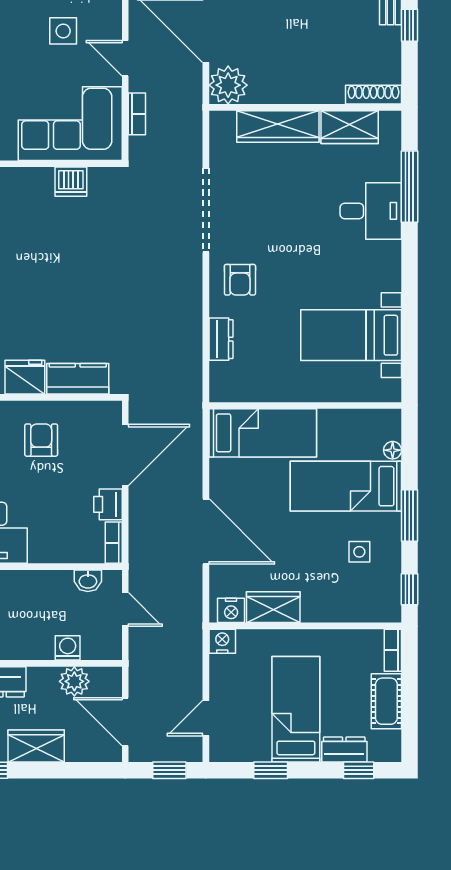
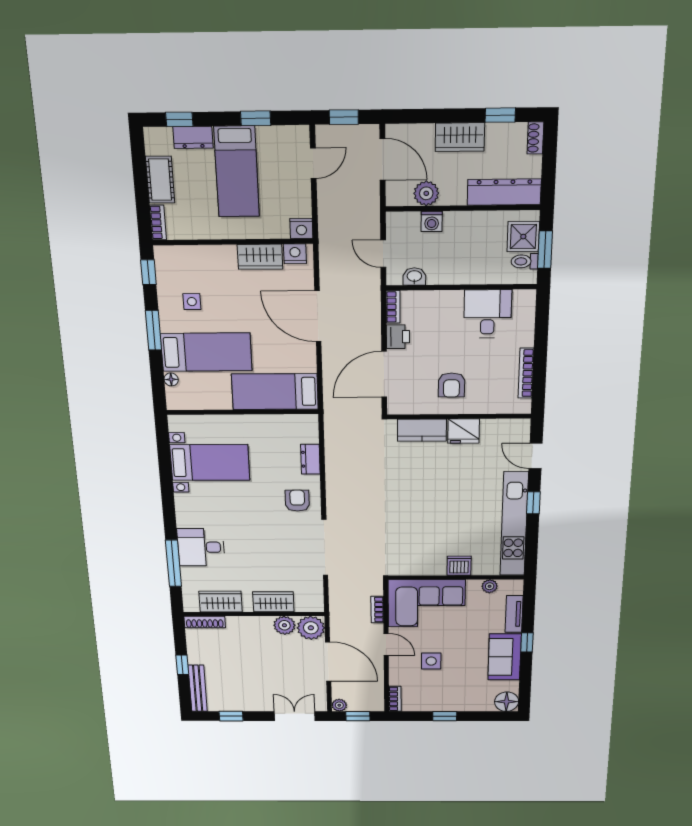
plant: (264, 89) -> (284, 625), added
wardrobe: (278, 126) -> (273, 602), width x0.67
dishwasher: (71, 182) -> (459, 566), moved

